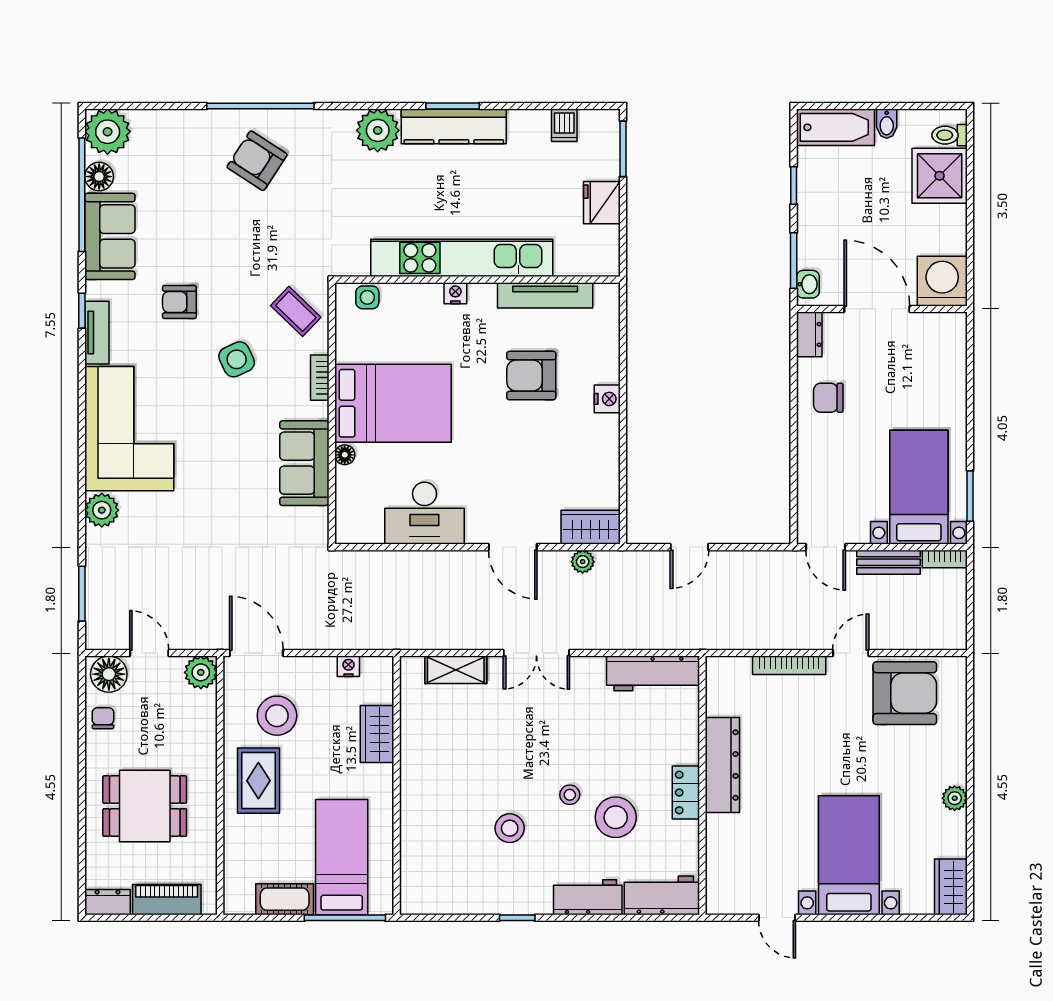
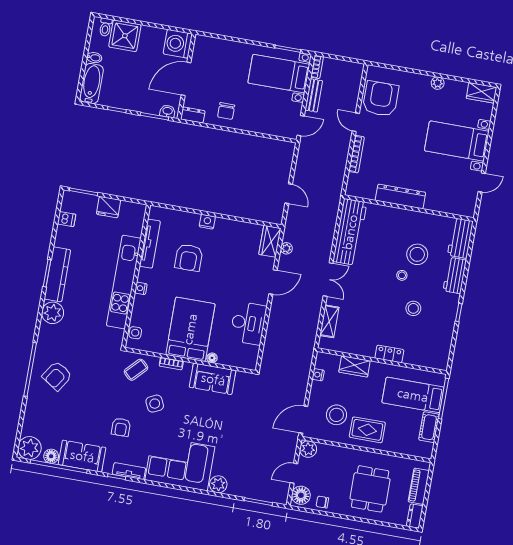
workbench: (653, 673) -> (350, 232), width x1.36, depth x1.32
locker: (686, 793) -> (389, 354), moved, turned 180

